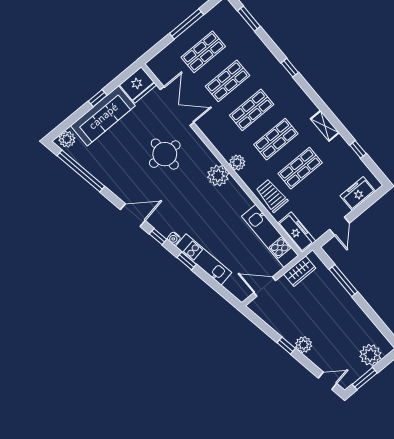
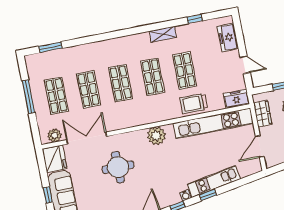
window: (290, 68) -> (104, 37), removed
plant: (237, 163) -> (54, 135), moved
freezer: (297, 232) -> (236, 99), width x0.71
kitchen unit: (270, 236) -> (213, 123), width x1.36

